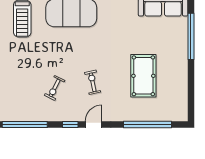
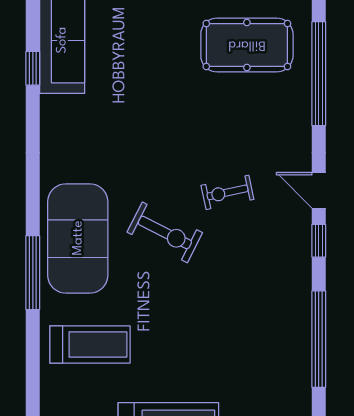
pool table: (143, 76) -> (247, 45), moved
exercise bike: (55, 88) -> (165, 232), moved, width x1.38, depth x1.39

